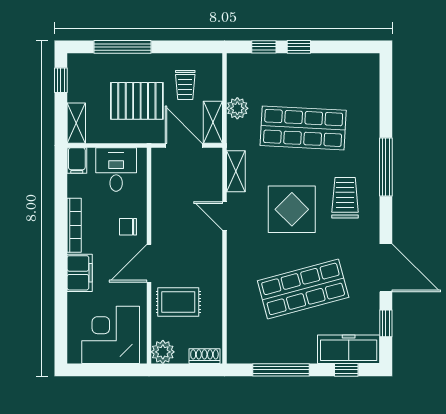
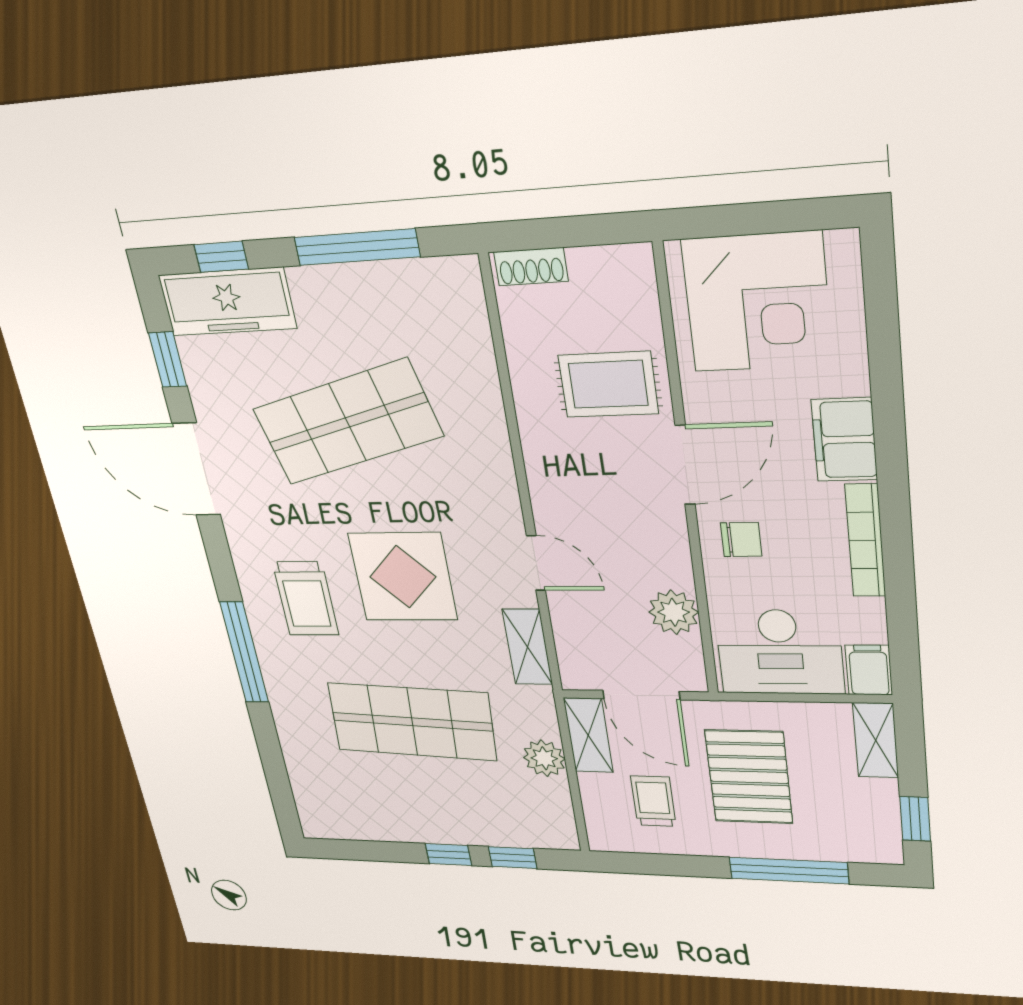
pallet: (137, 101) -> (749, 777), turned 90
desk: (116, 169) -> (780, 652), width x1.37
plant: (163, 352) -> (674, 612), moved

